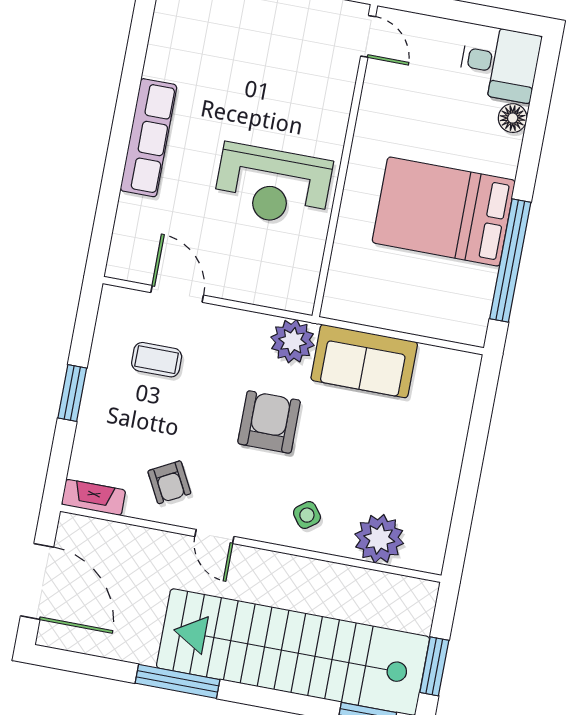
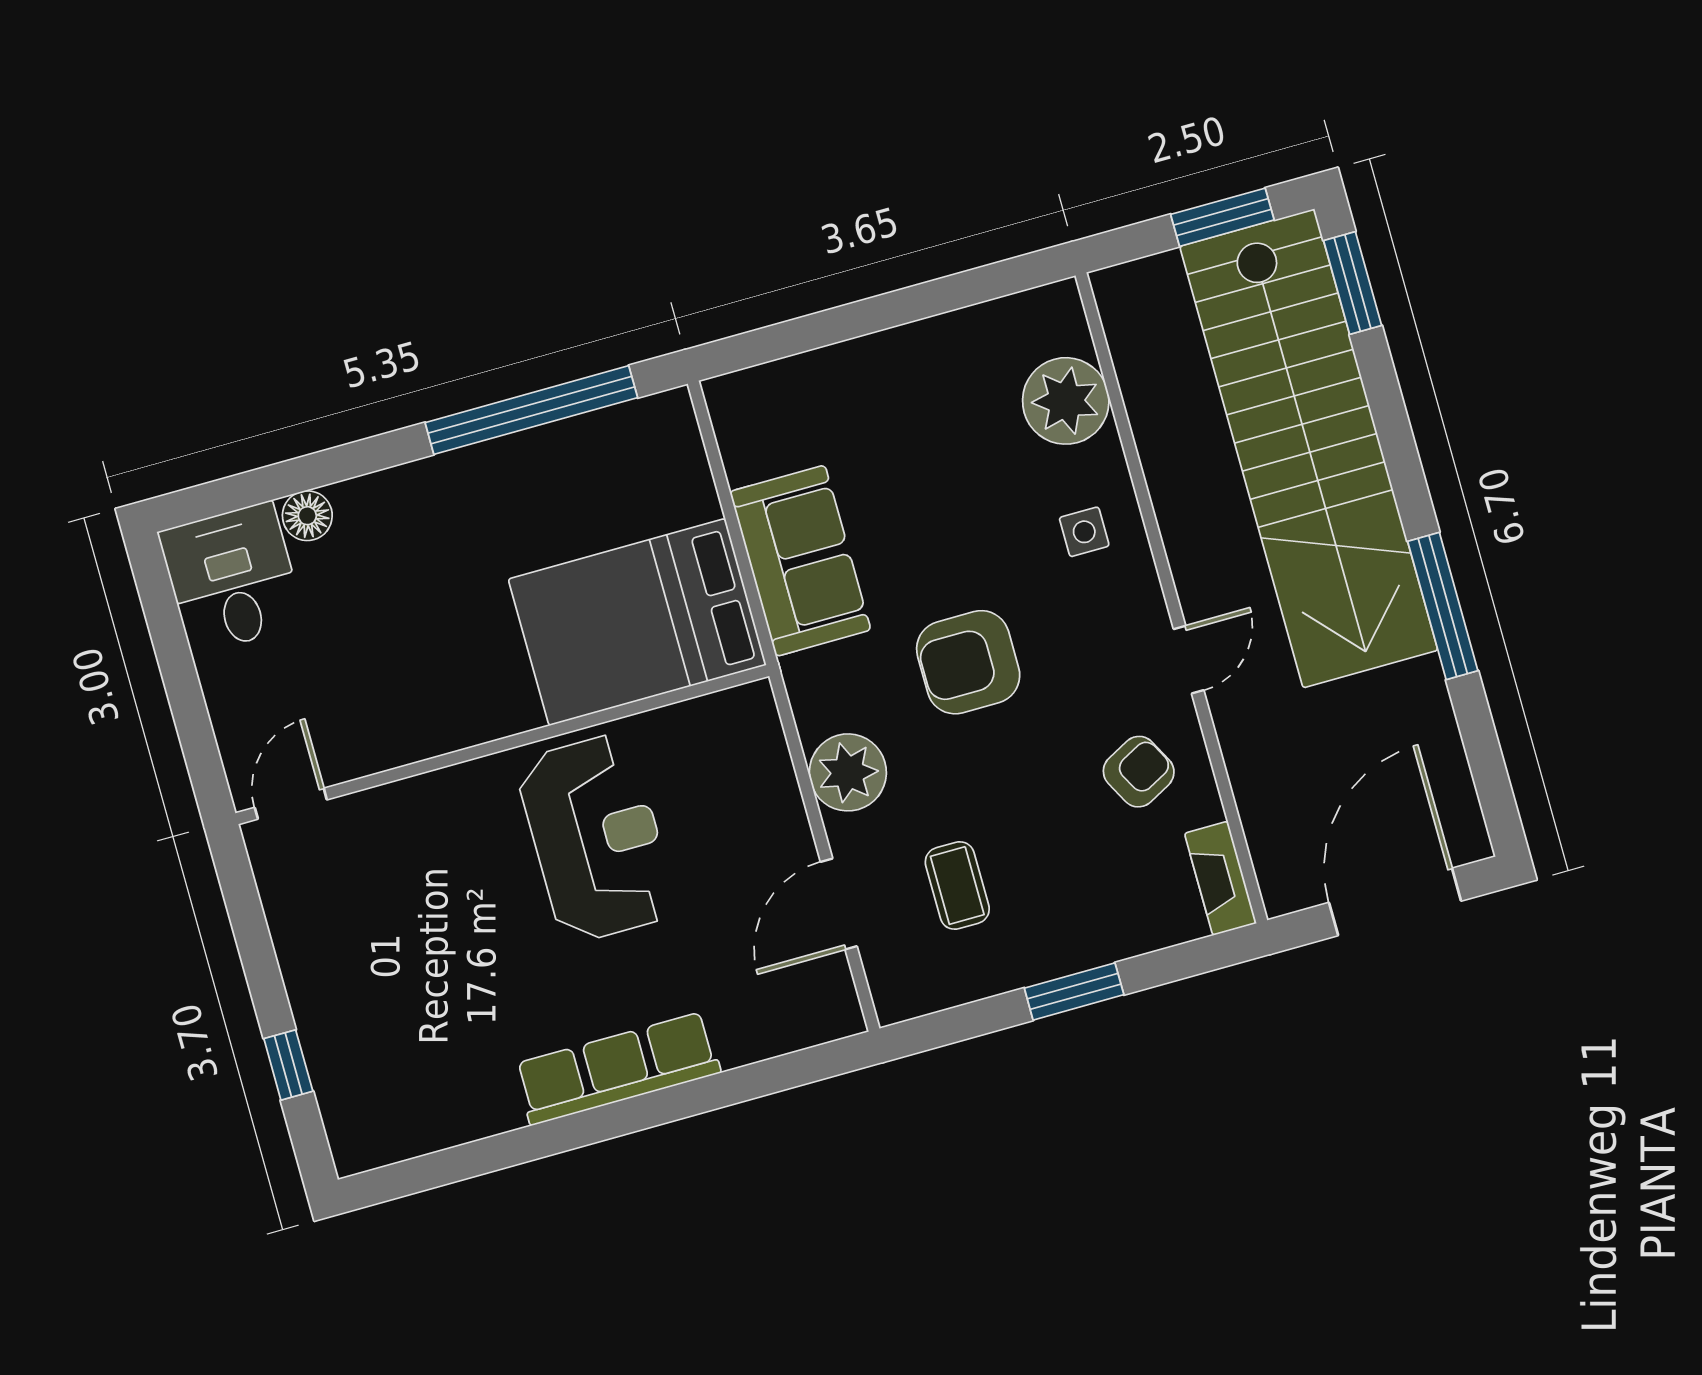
bed: (444, 212) -> (637, 622), moved, turned 90
plant: (292, 341) -> (848, 772), moved
side table: (307, 515) -> (1084, 532), turned 37

